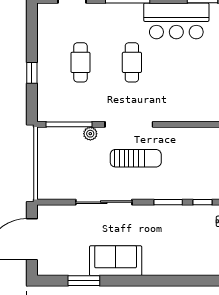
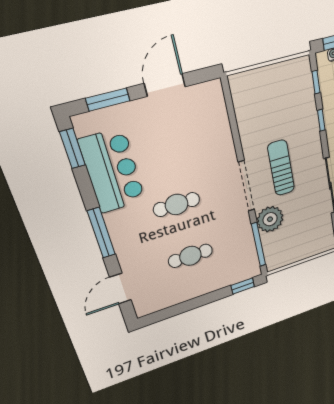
window: (32, 73) -> (243, 286), moved
plant: (90, 134) -> (270, 219), width x1.88, depth x1.88
window: (168, 202) -> (321, 120), width x0.67

